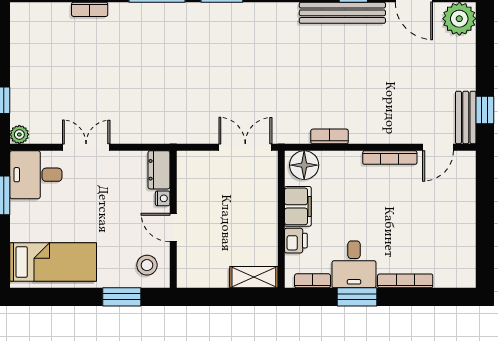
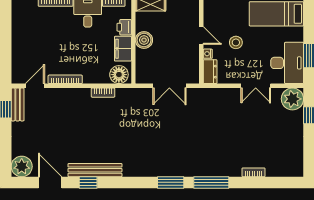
plant: (19, 134) -> (292, 99), width x1.88, depth x1.88
double door: (245, 147) -> (169, 86), moved
desk: (36, 175) -> (287, 63), width x1.37
boiler: (264, 220) -> (144, 40), added
stool: (147, 265) -> (236, 42), moved

